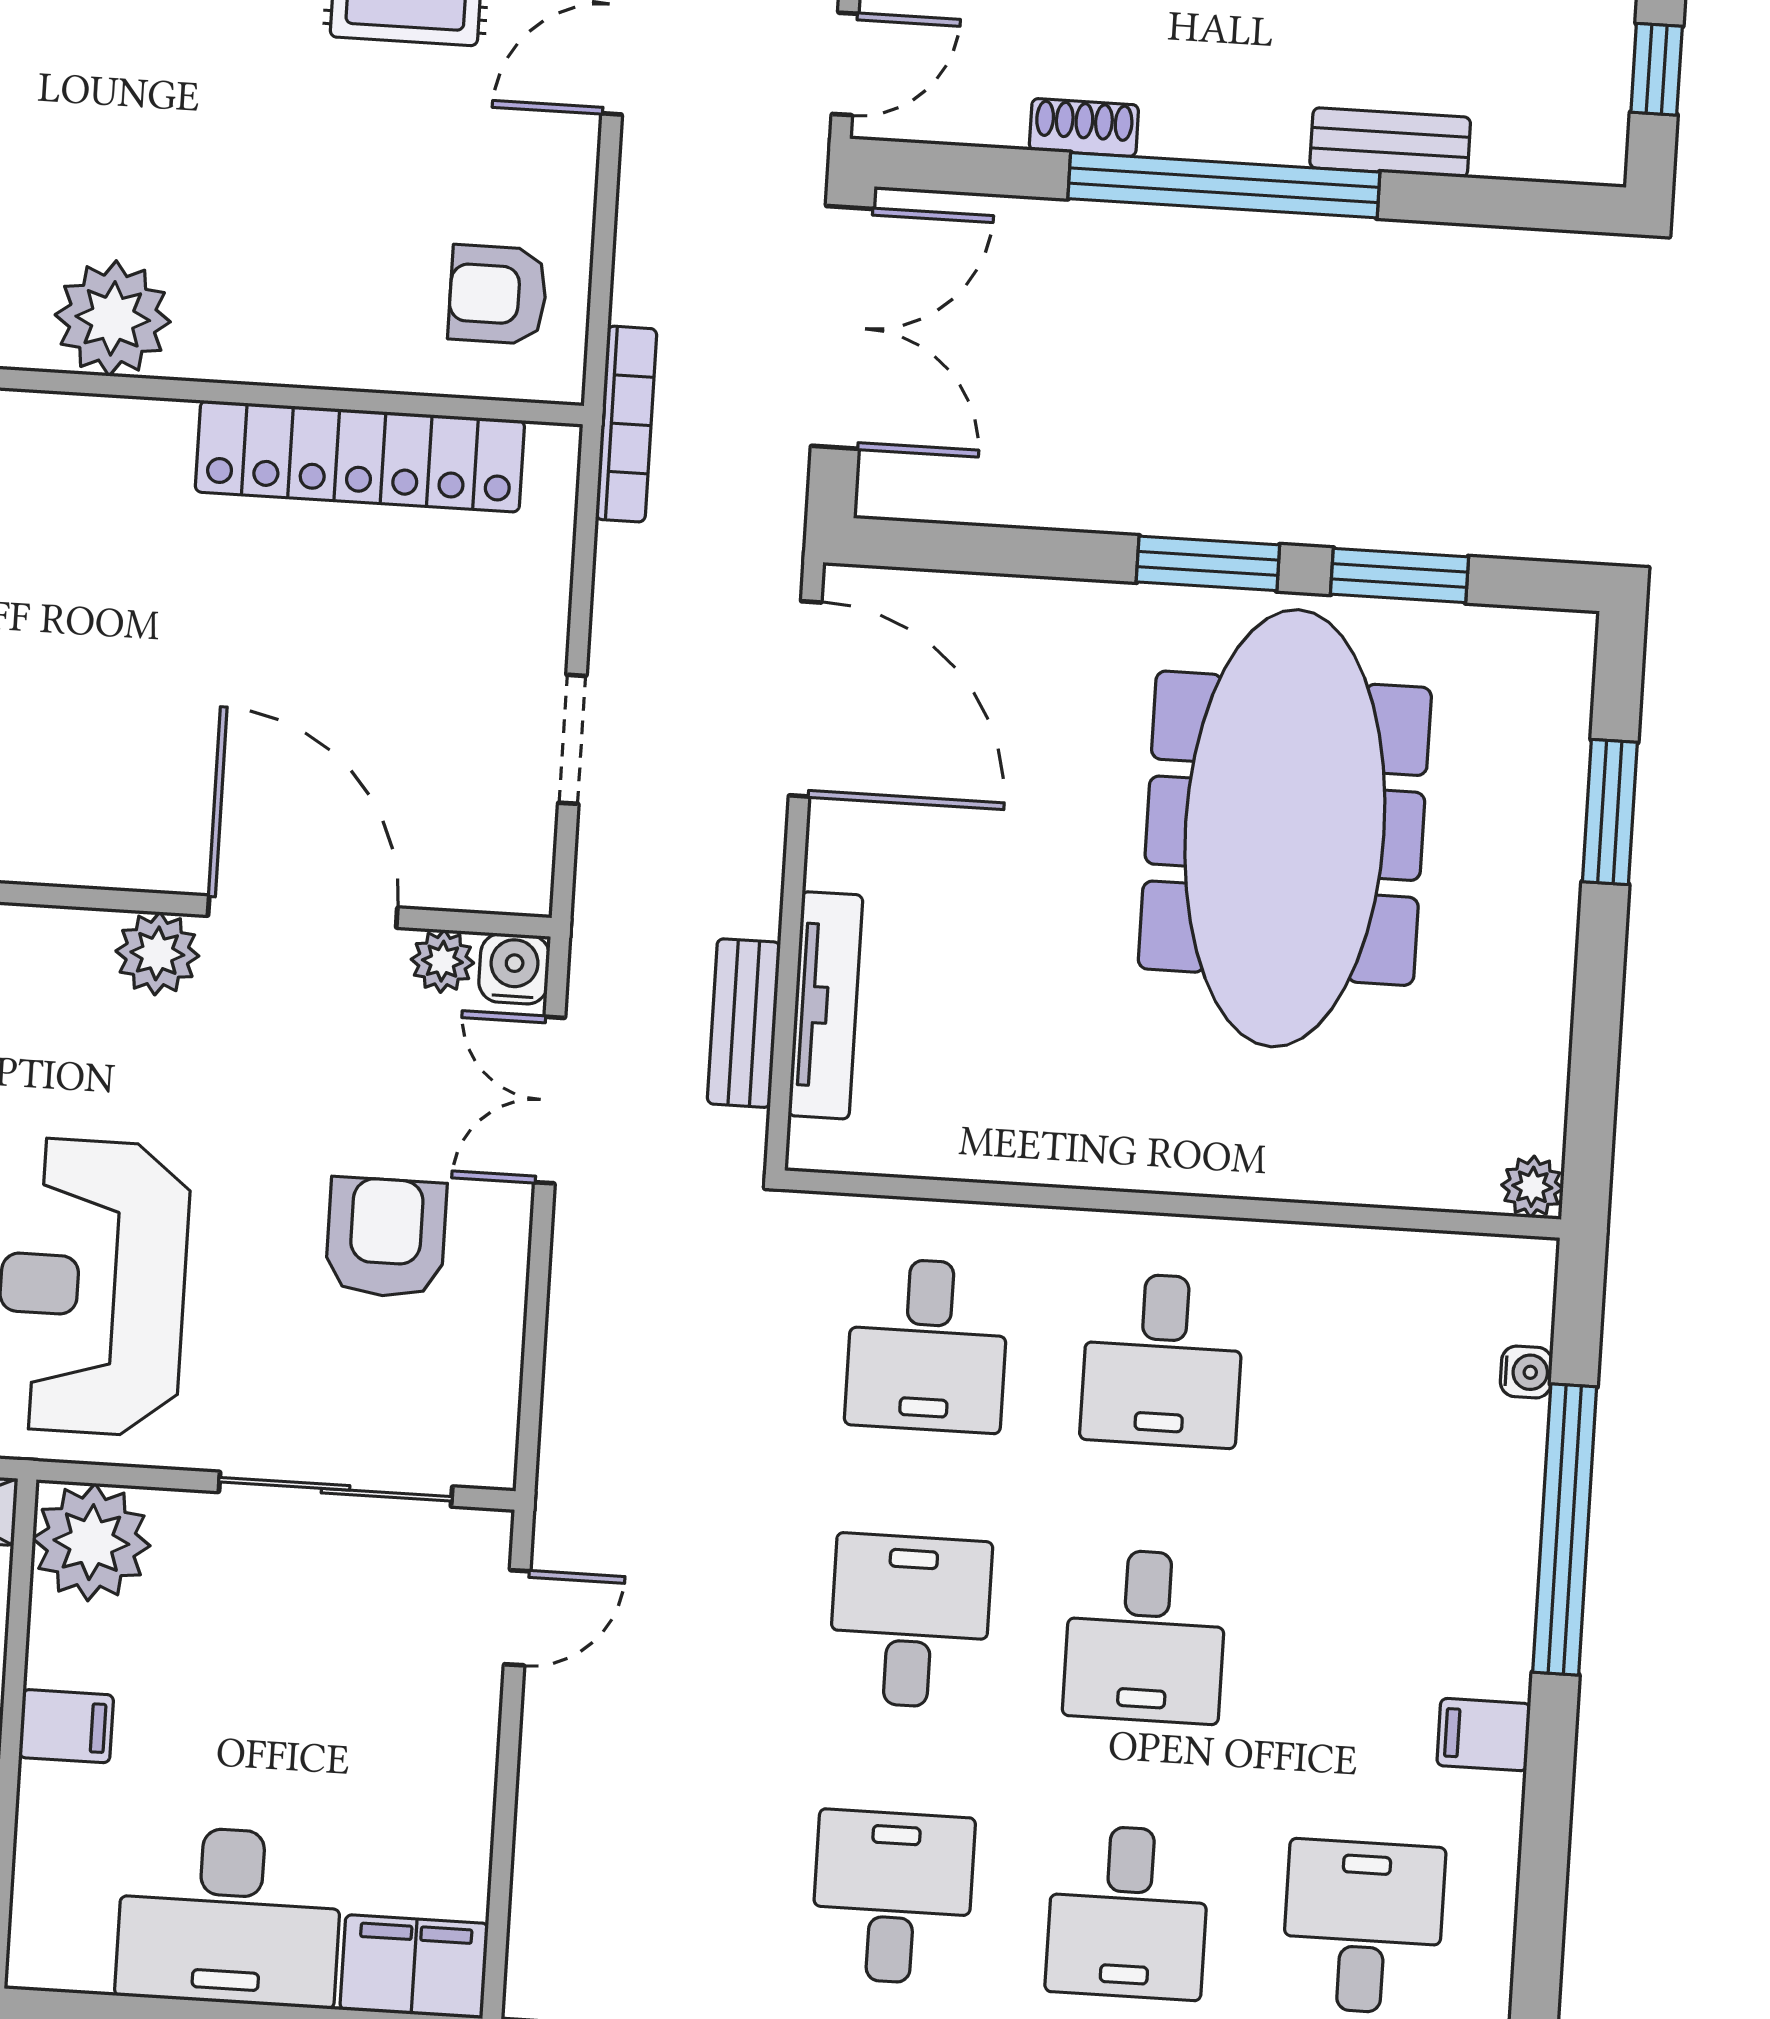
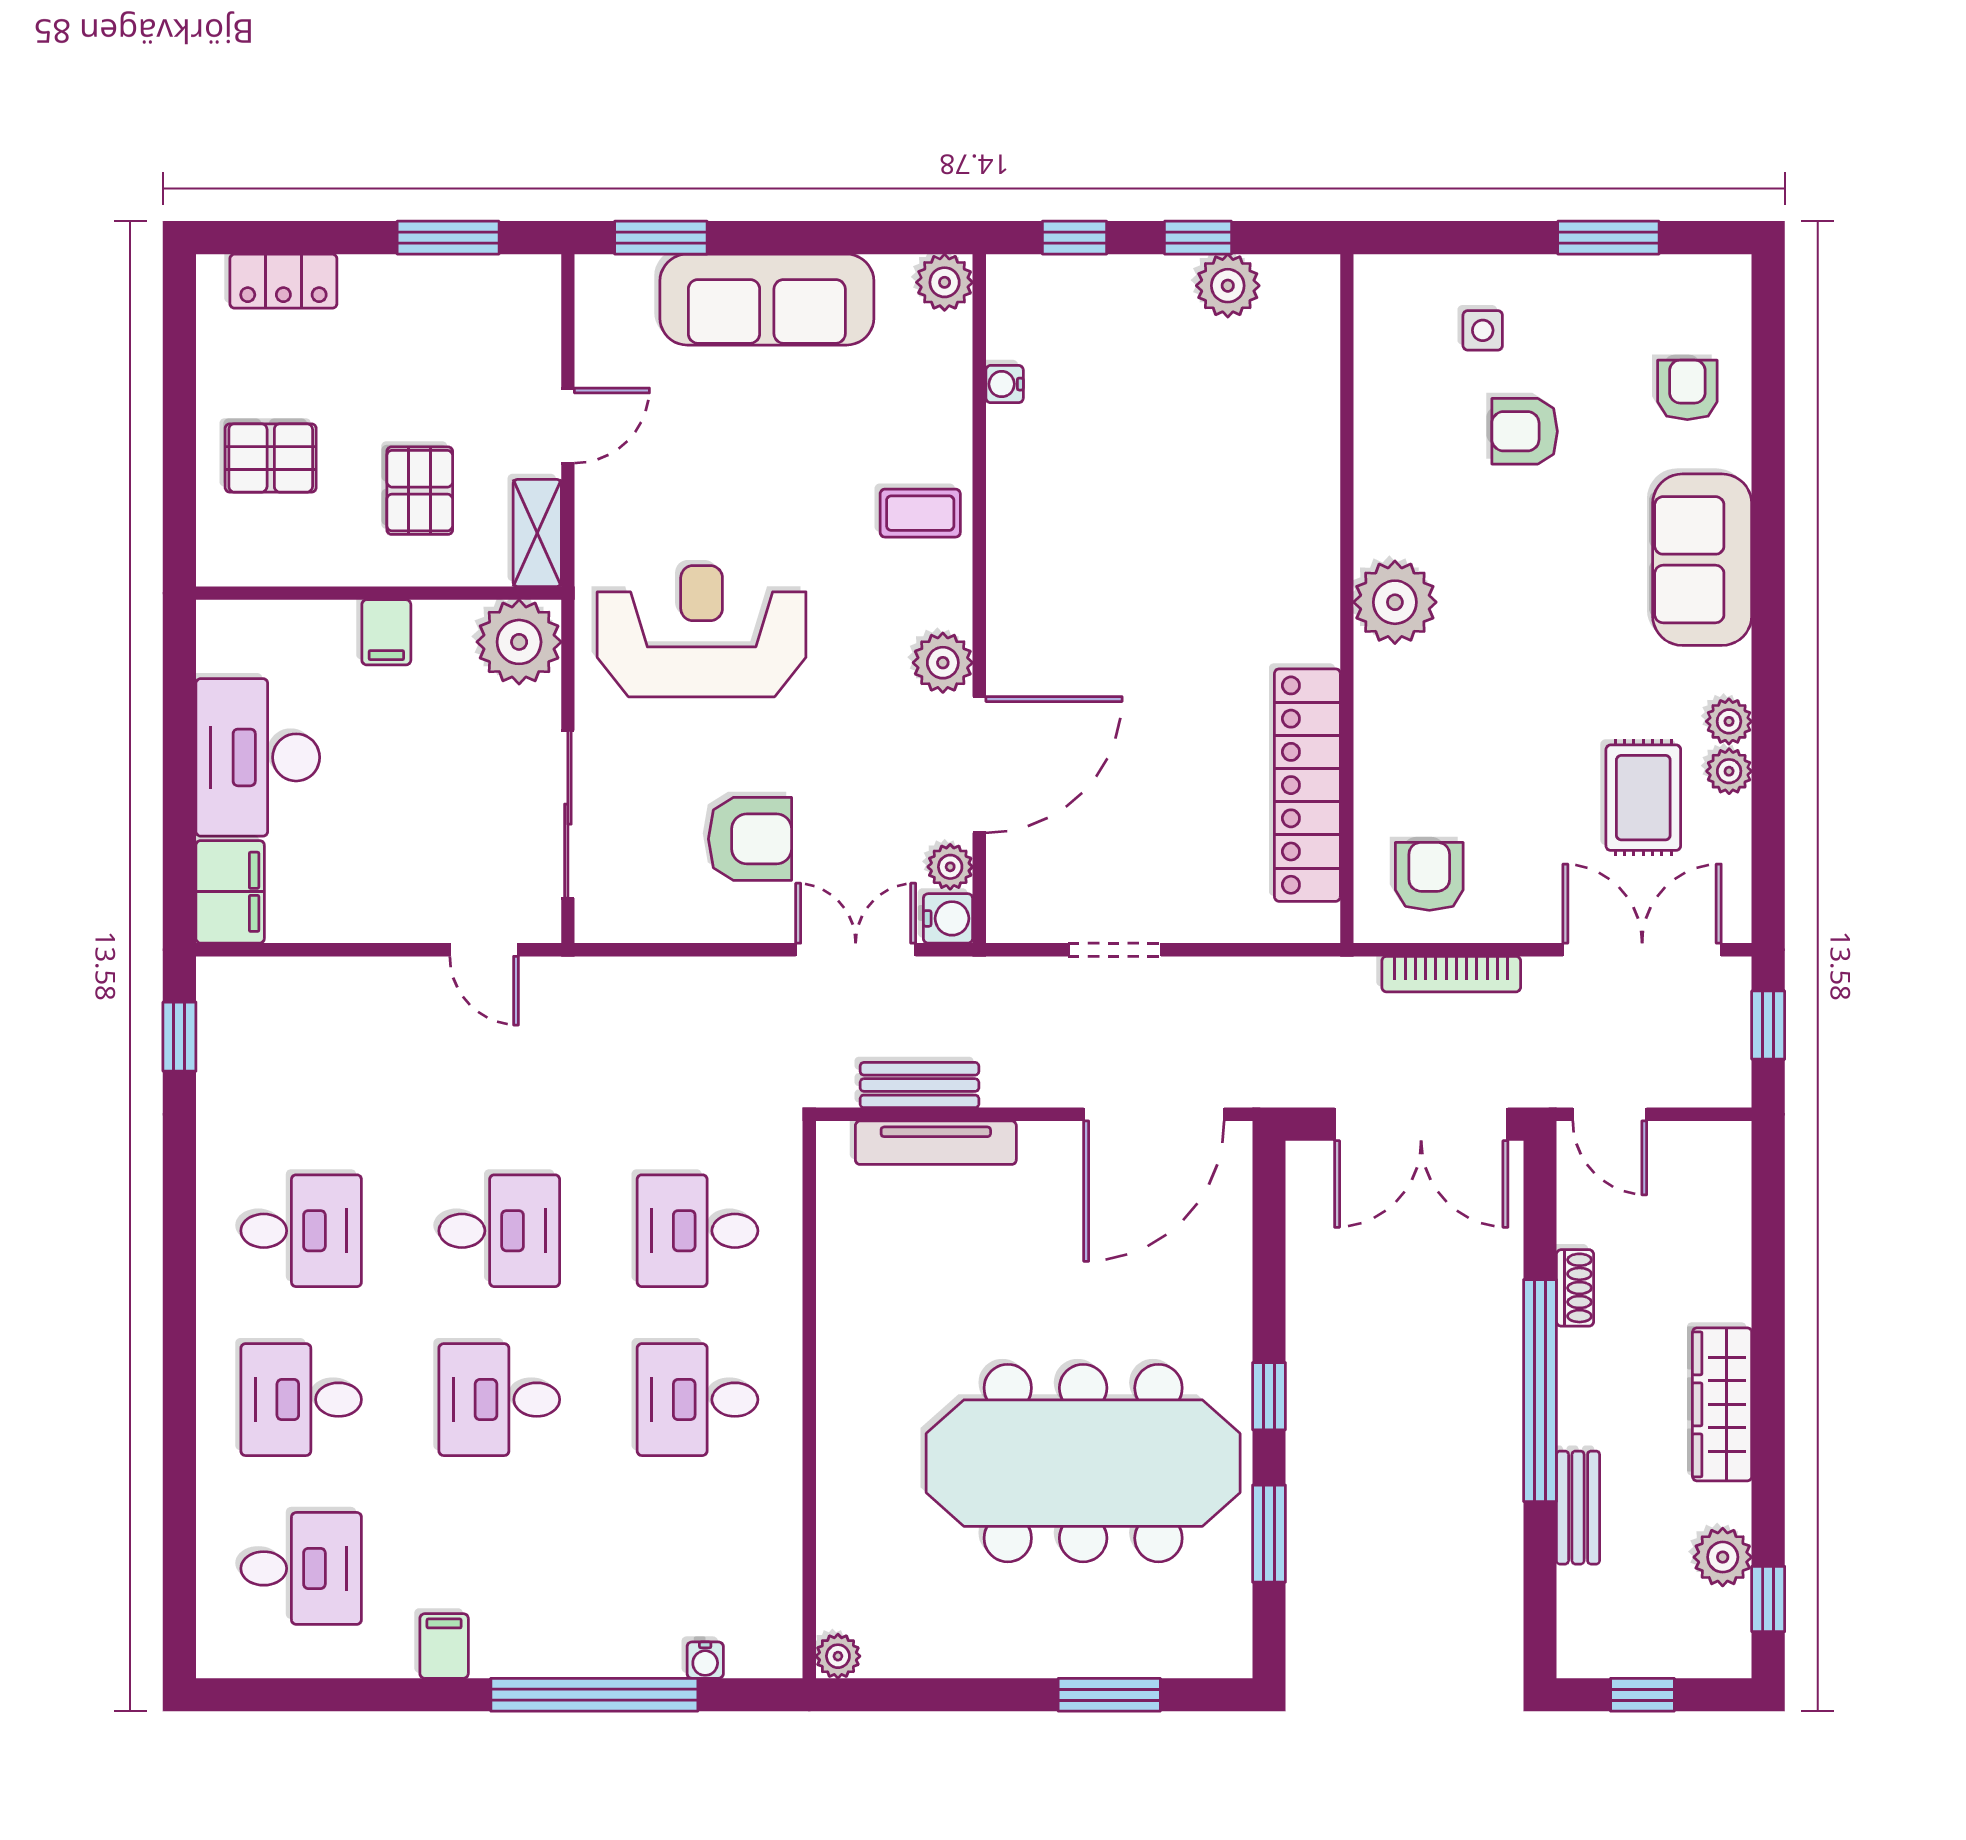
bookcase: (626, 424) -> (1451, 974), moved
window: (1208, 563) -> (1269, 1396), width x0.67

